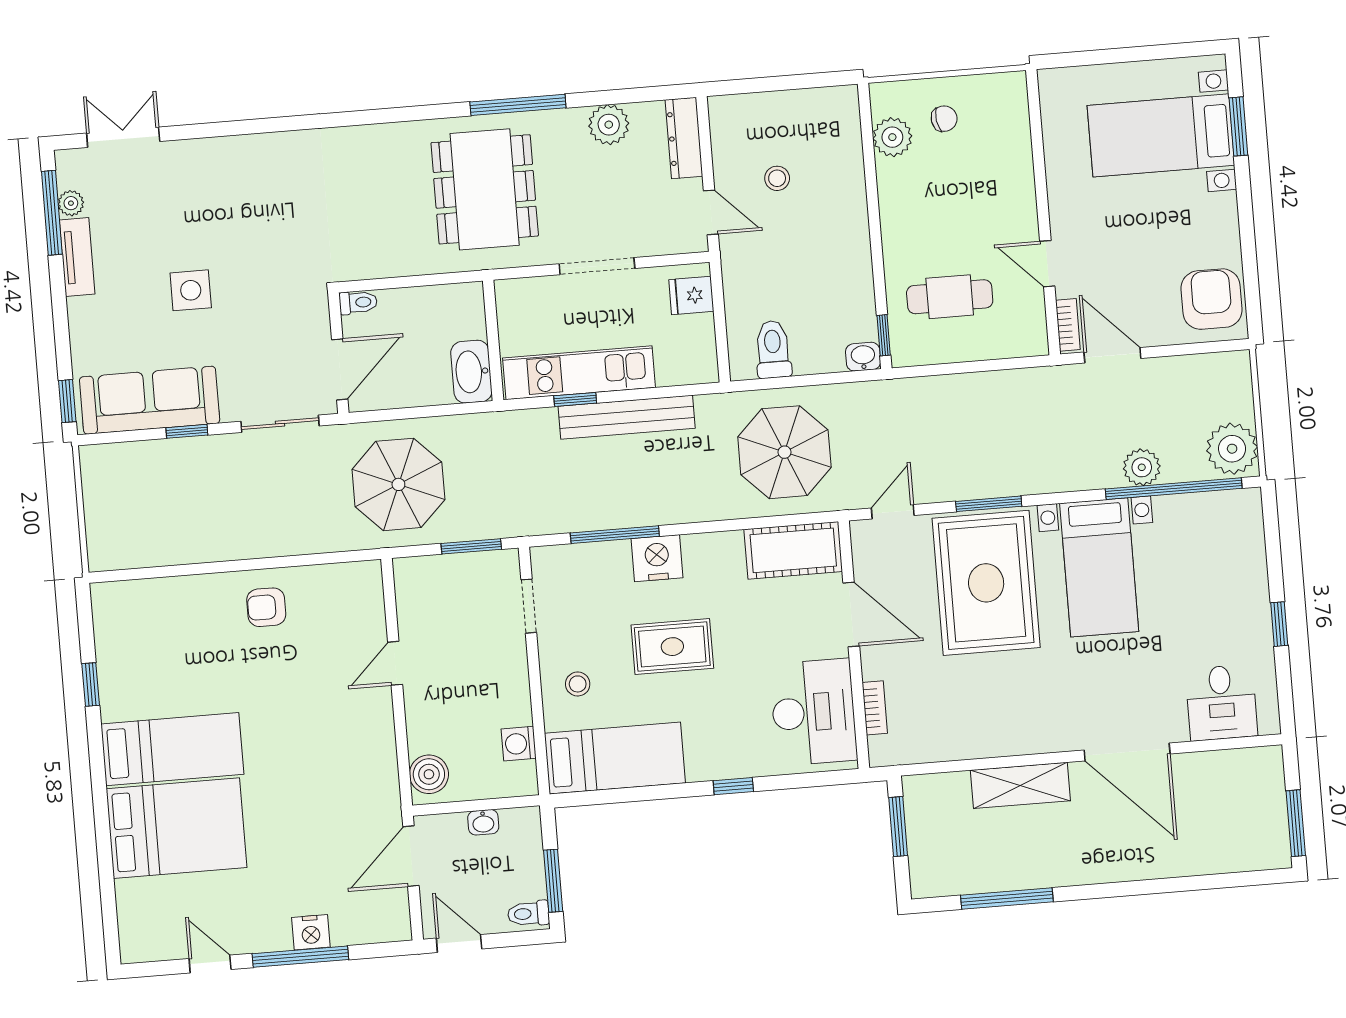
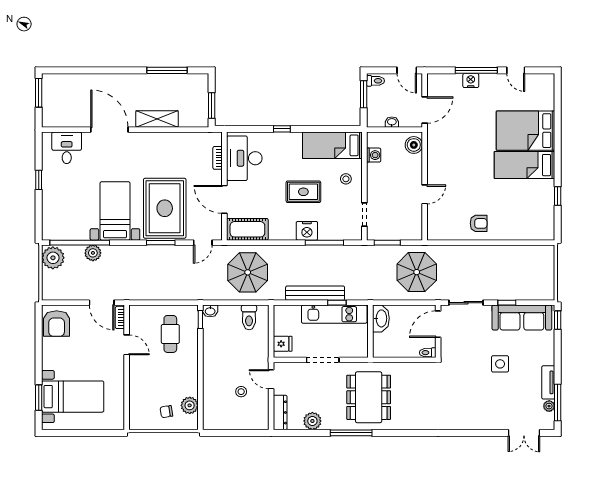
cafe table: (950, 297) -> (170, 334), turned 90

